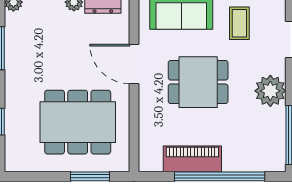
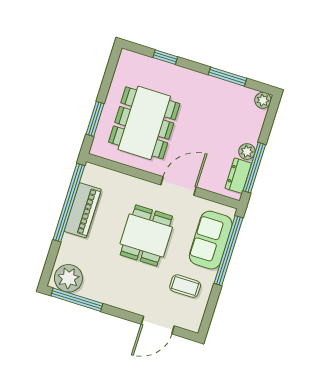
plant: (270, 91) -> (68, 278), moved
window: (220, 176) -> (69, 203), moved

